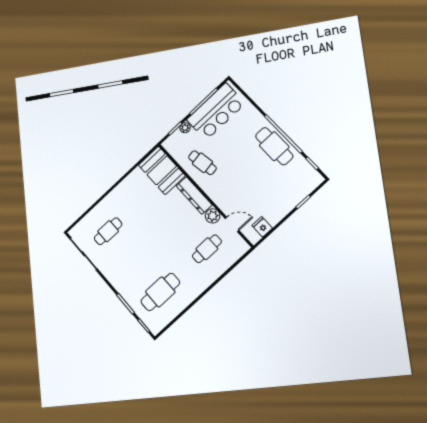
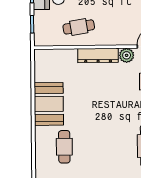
plant: (185, 128) -> (39, 16), removed
booth: (162, 170) -> (49, 104), moved, turned 90

